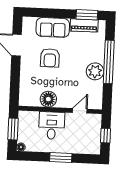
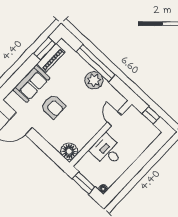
floor lamp: (48, 99) -> (69, 151), moved
window: (61, 158) -> (138, 165), removed

